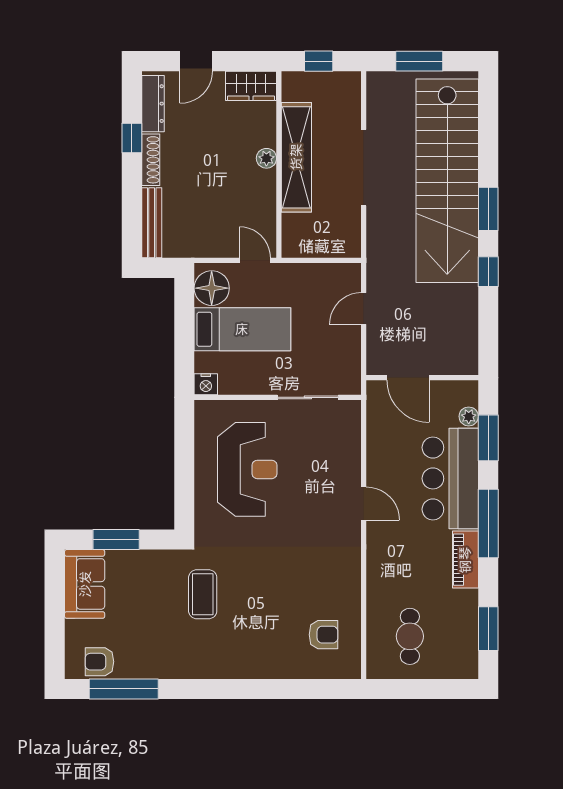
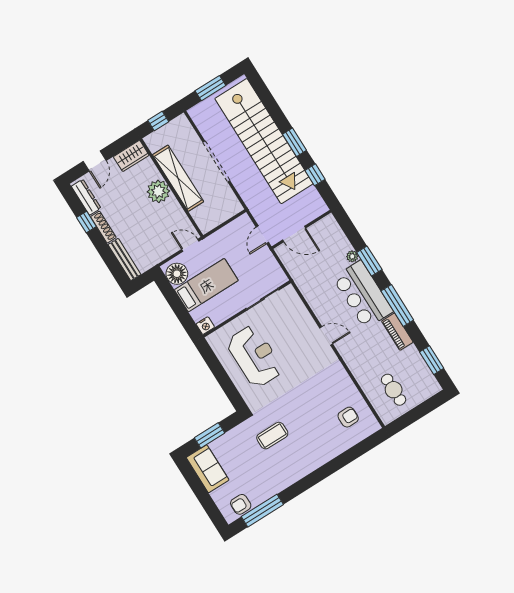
plant: (266, 158) -> (158, 191), width x1.87, depth x1.87
door: (408, 378) -> (294, 234), moved
wall: (422, 378) -> (302, 229), moved
coffee table: (203, 594) -> (272, 436), turned 90

